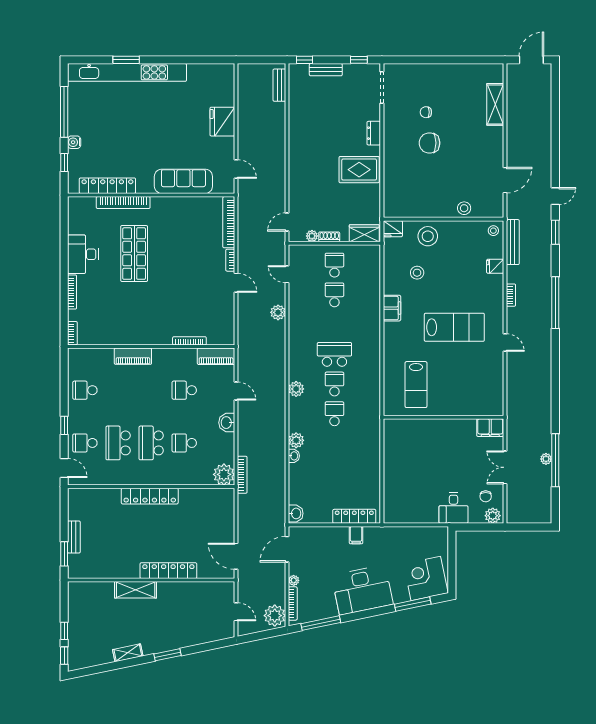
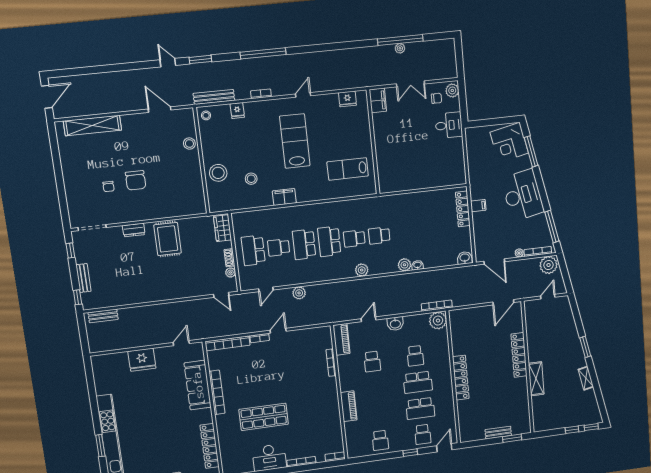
door: (531, 60) -> (47, 97), swing flipped
shelving: (495, 104) -> (92, 125), width x1.47
bookcase: (123, 203) -> (217, 392), moved
fridge: (393, 229) -> (347, 99), moved, turned 90
school desk: (334, 265) -> (253, 250), width x1.85
school desk: (334, 325) -> (304, 244), added
lab bench: (416, 385) -> (348, 169), turned 180

